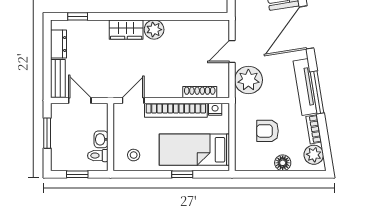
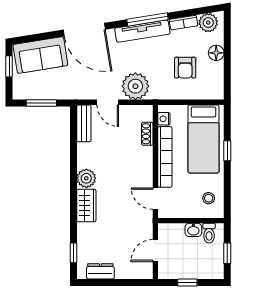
bench: (58, 78) -> (84, 123), moved, turned 90
shoe rack: (200, 92) -> (147, 134), width x0.70
window: (47, 133) -> (187, 282), width x0.67

